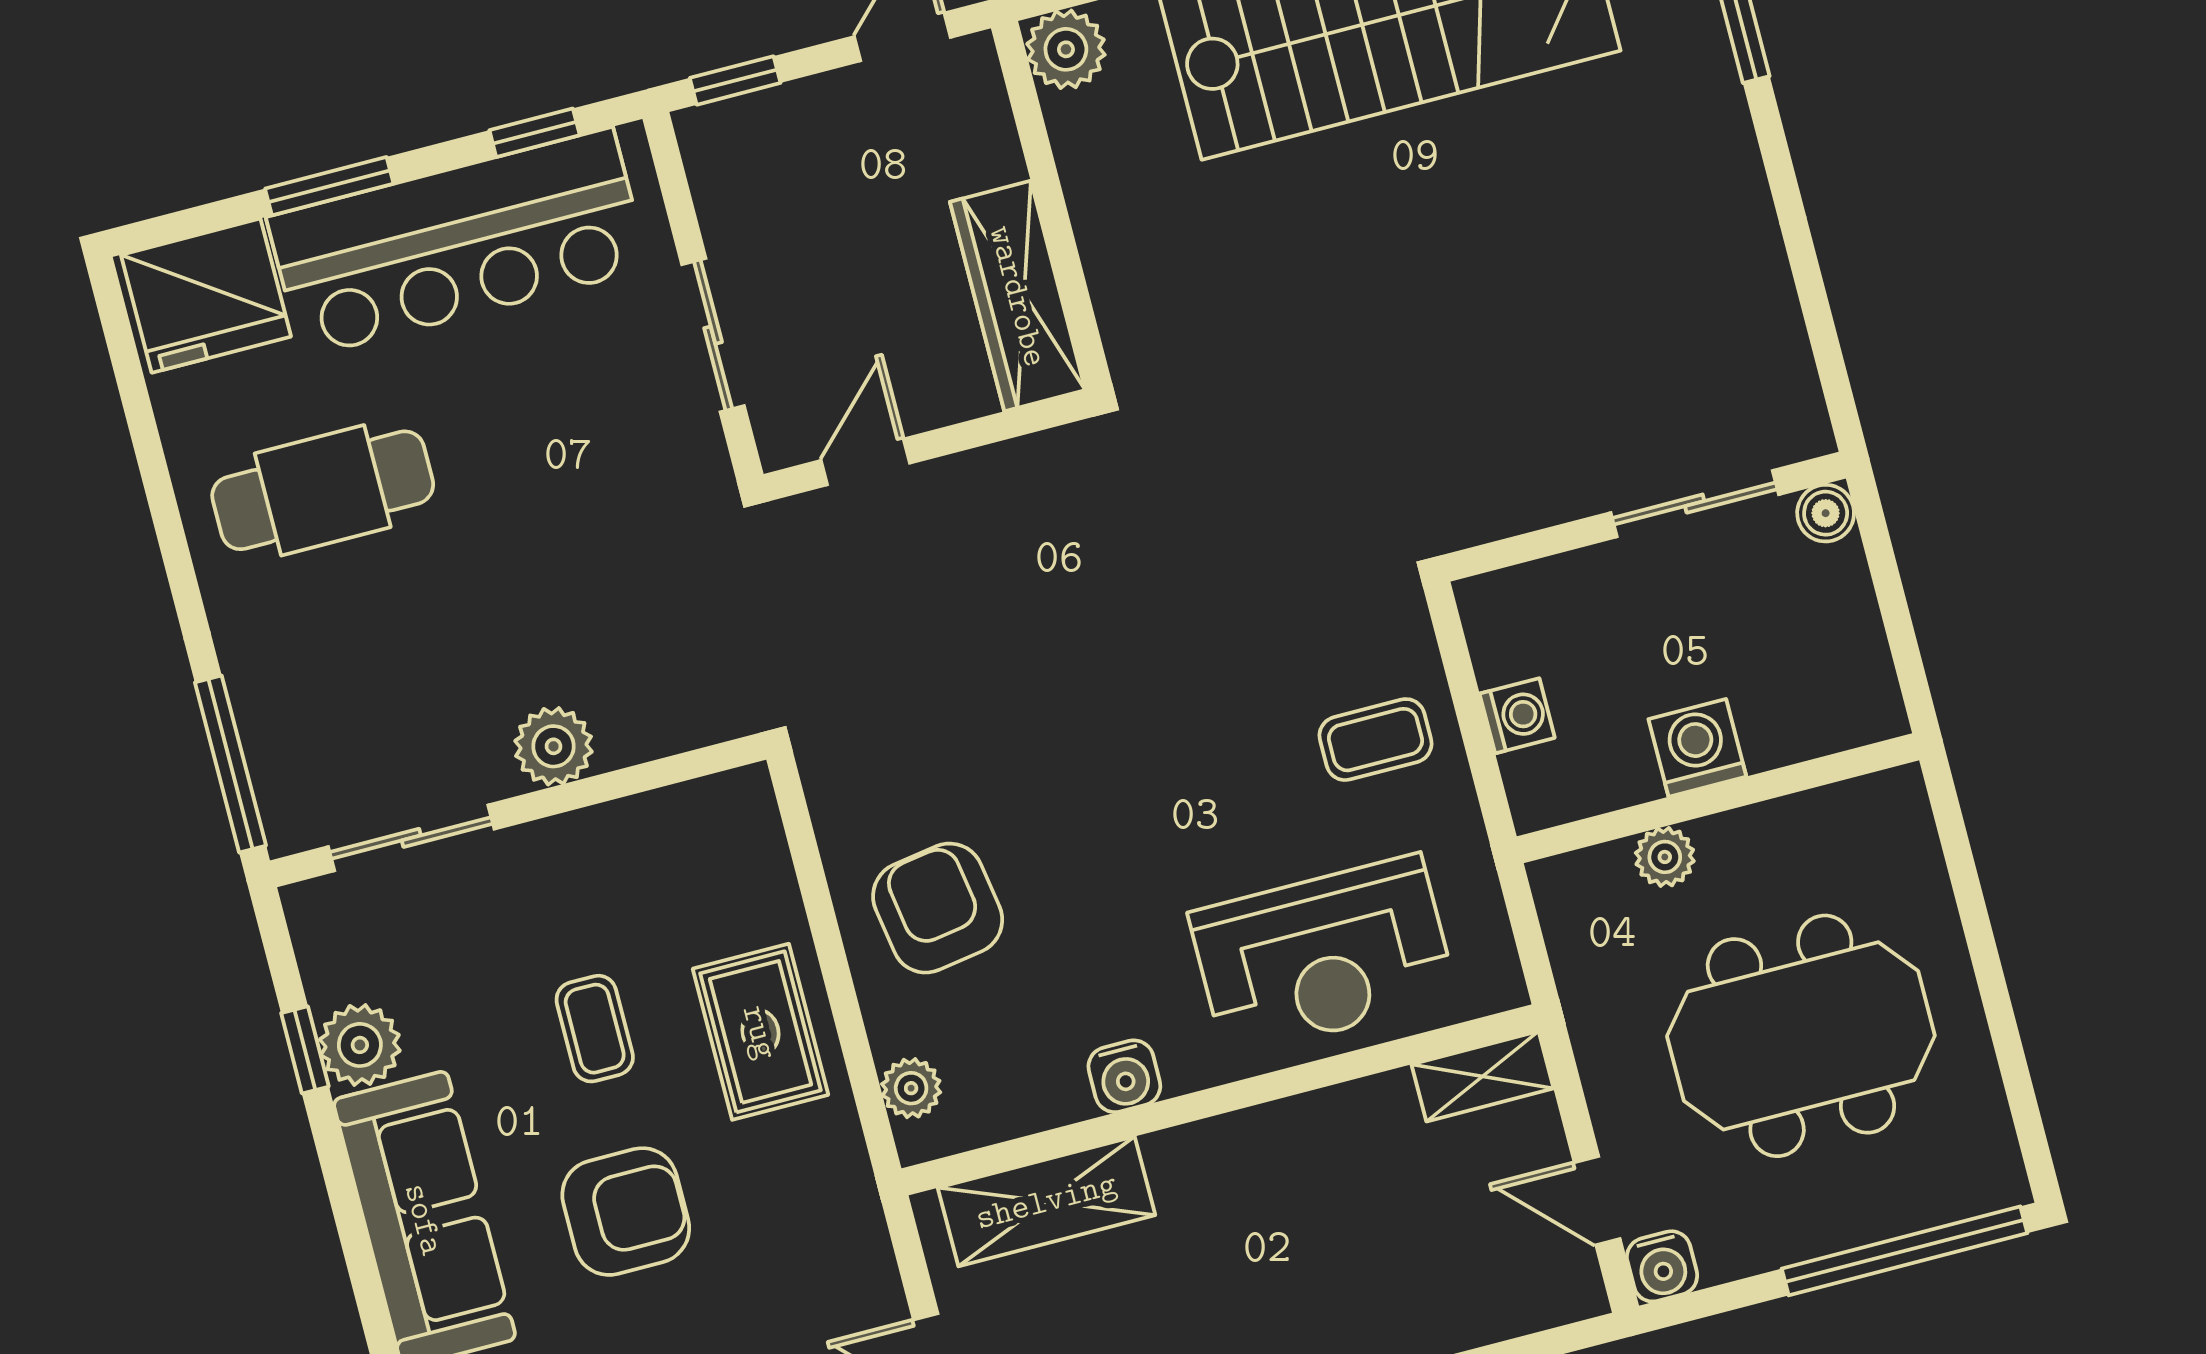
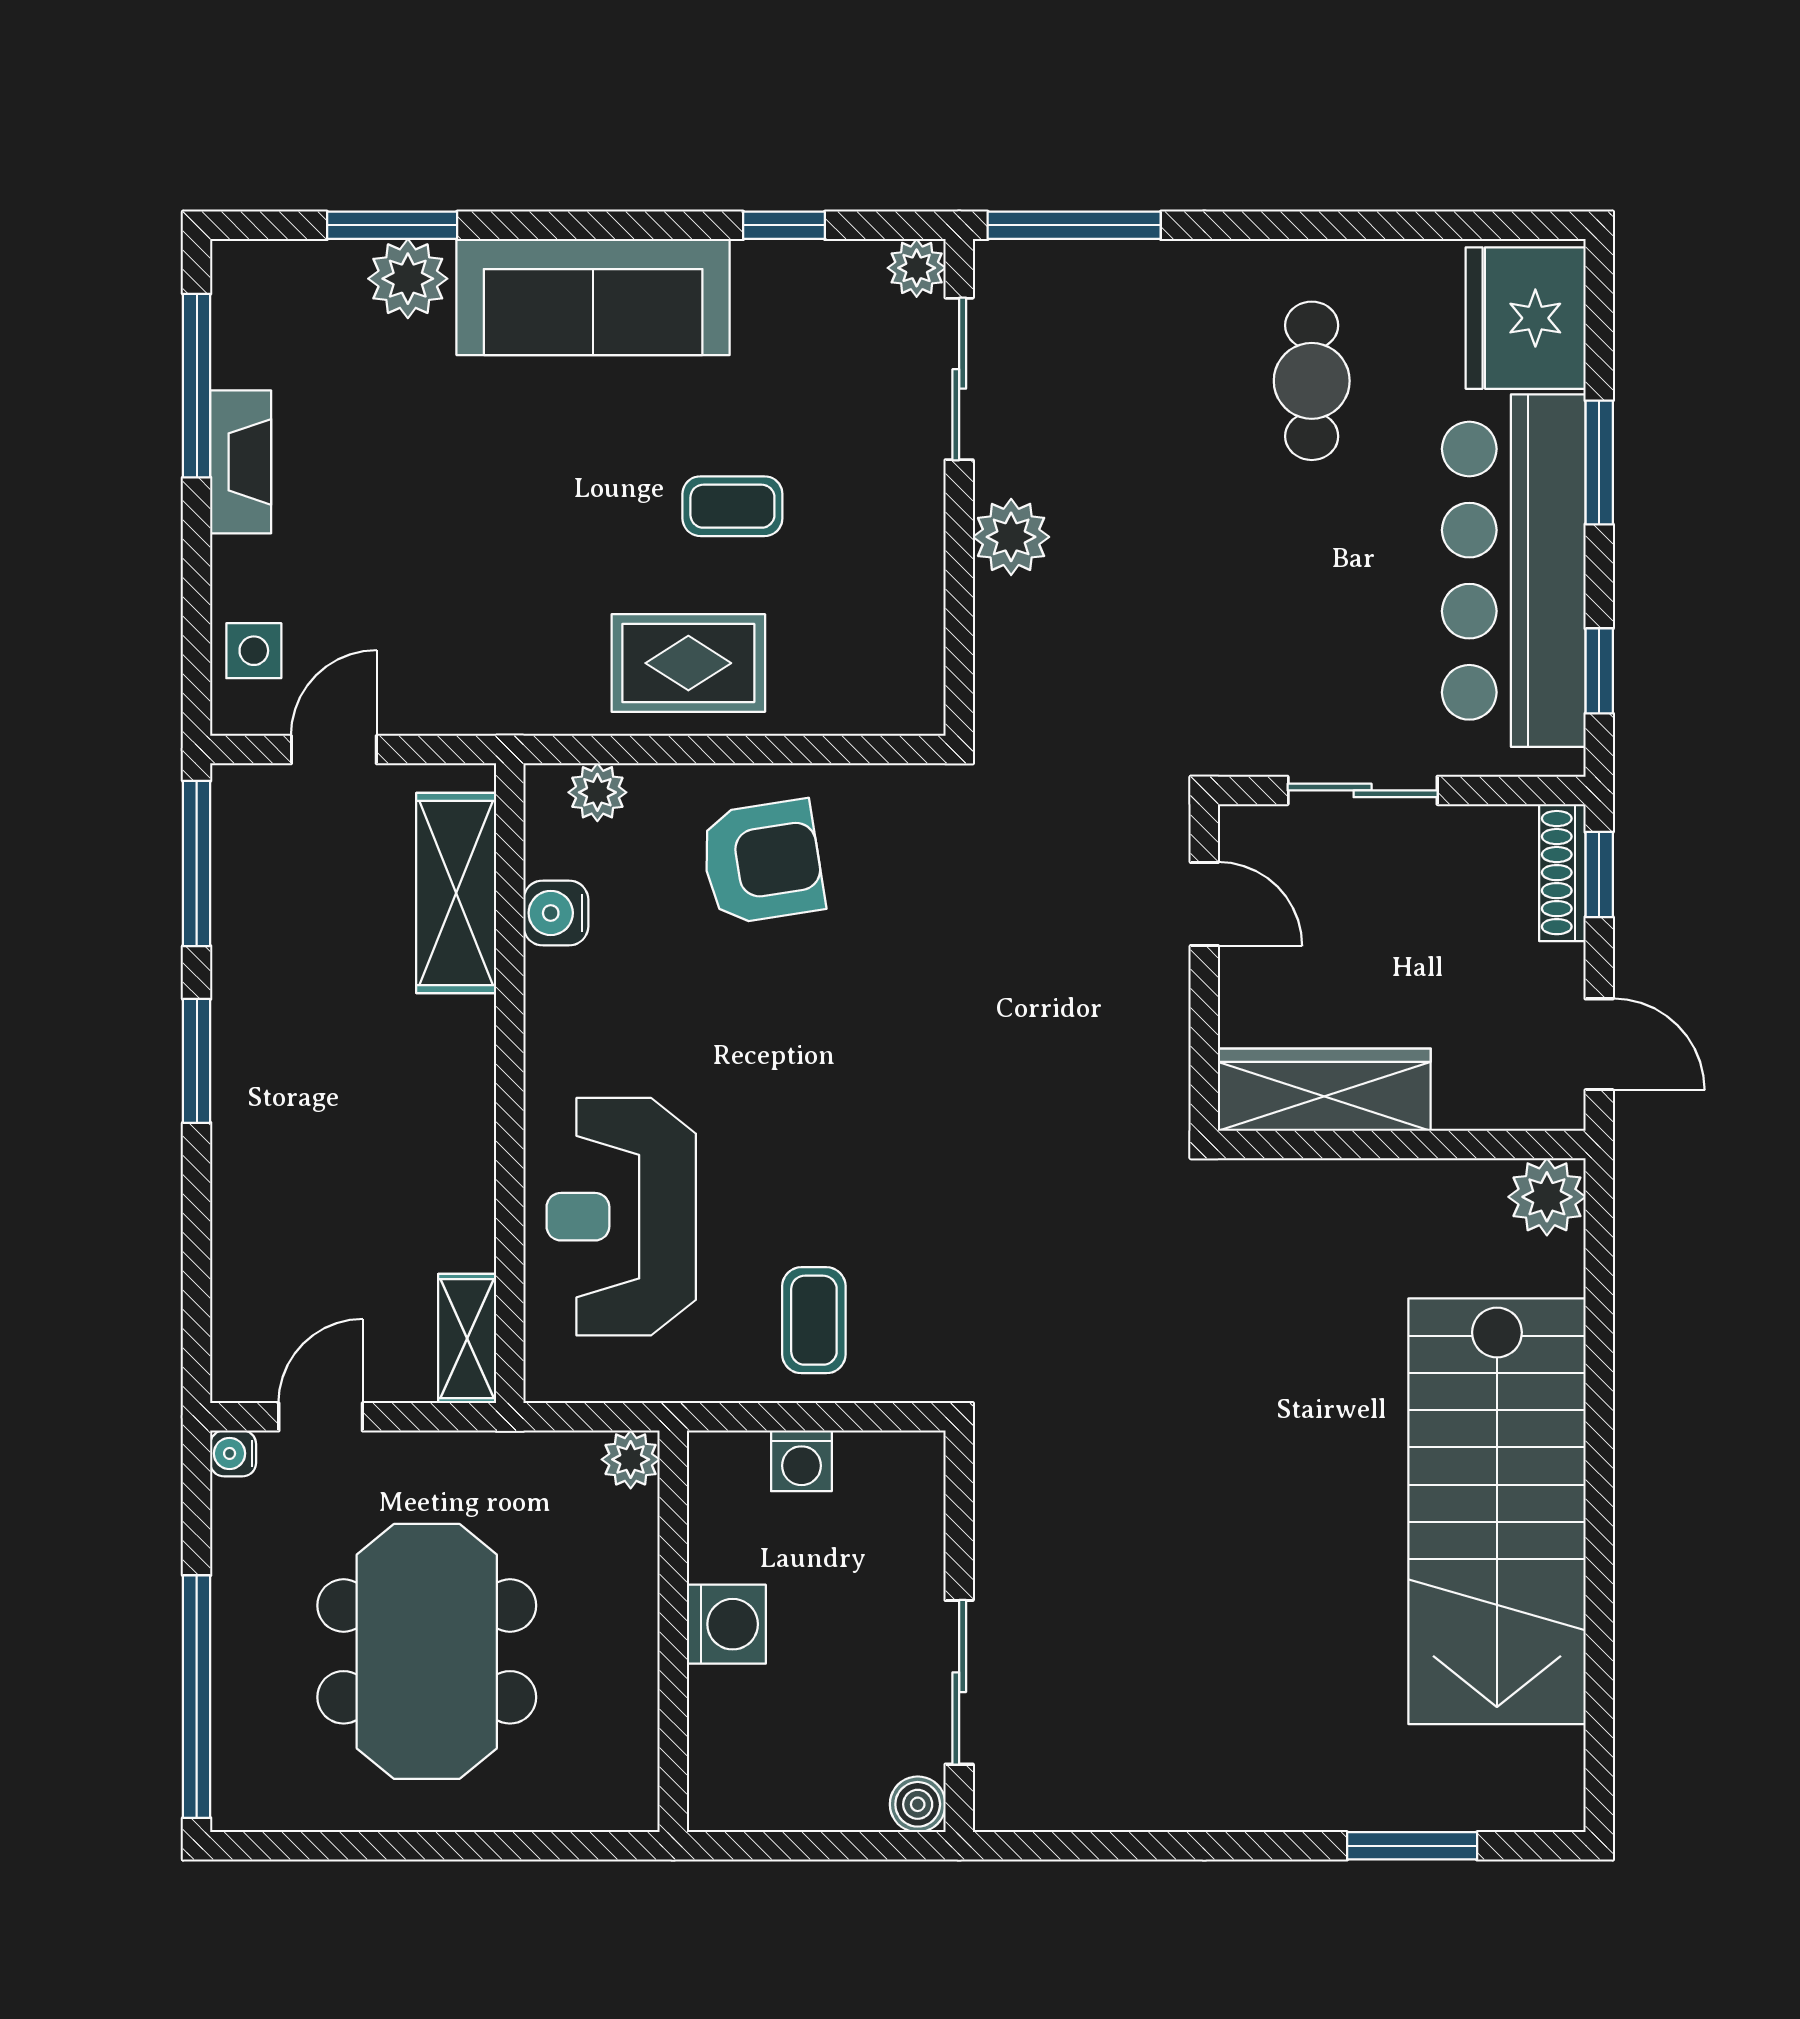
shoe rack: (743, 117) -> (1562, 873), added
cafe table: (323, 490) -> (1312, 381), width x0.73, depth x0.74
plant: (1665, 857) -> (631, 1459), moved
plant: (360, 1045) -> (917, 268), moved, width x0.73, depth x0.73
water cooler: (1124, 1076) -> (556, 913), moved
armchair: (626, 1212) -> (551, 490), removed
water cooler: (1662, 1266) -> (233, 1453), width x0.72, depth x0.72

